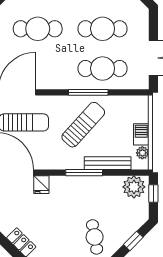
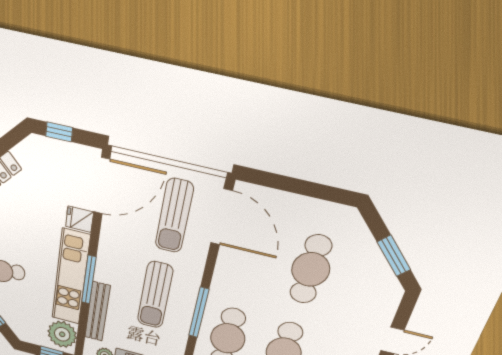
sun lounger: (83, 125) -> (155, 295), turned 48
kitchen unit: (86, 186) -> (71, 277), added

